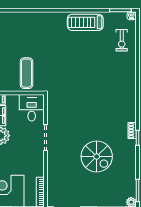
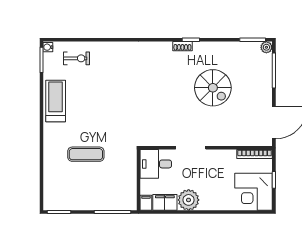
treadmill: (85, 22) -> (56, 101), turned 180
exercise mat: (26, 73) -> (86, 154), moved
spiral stairs: (97, 156) -> (213, 88), turned 90

